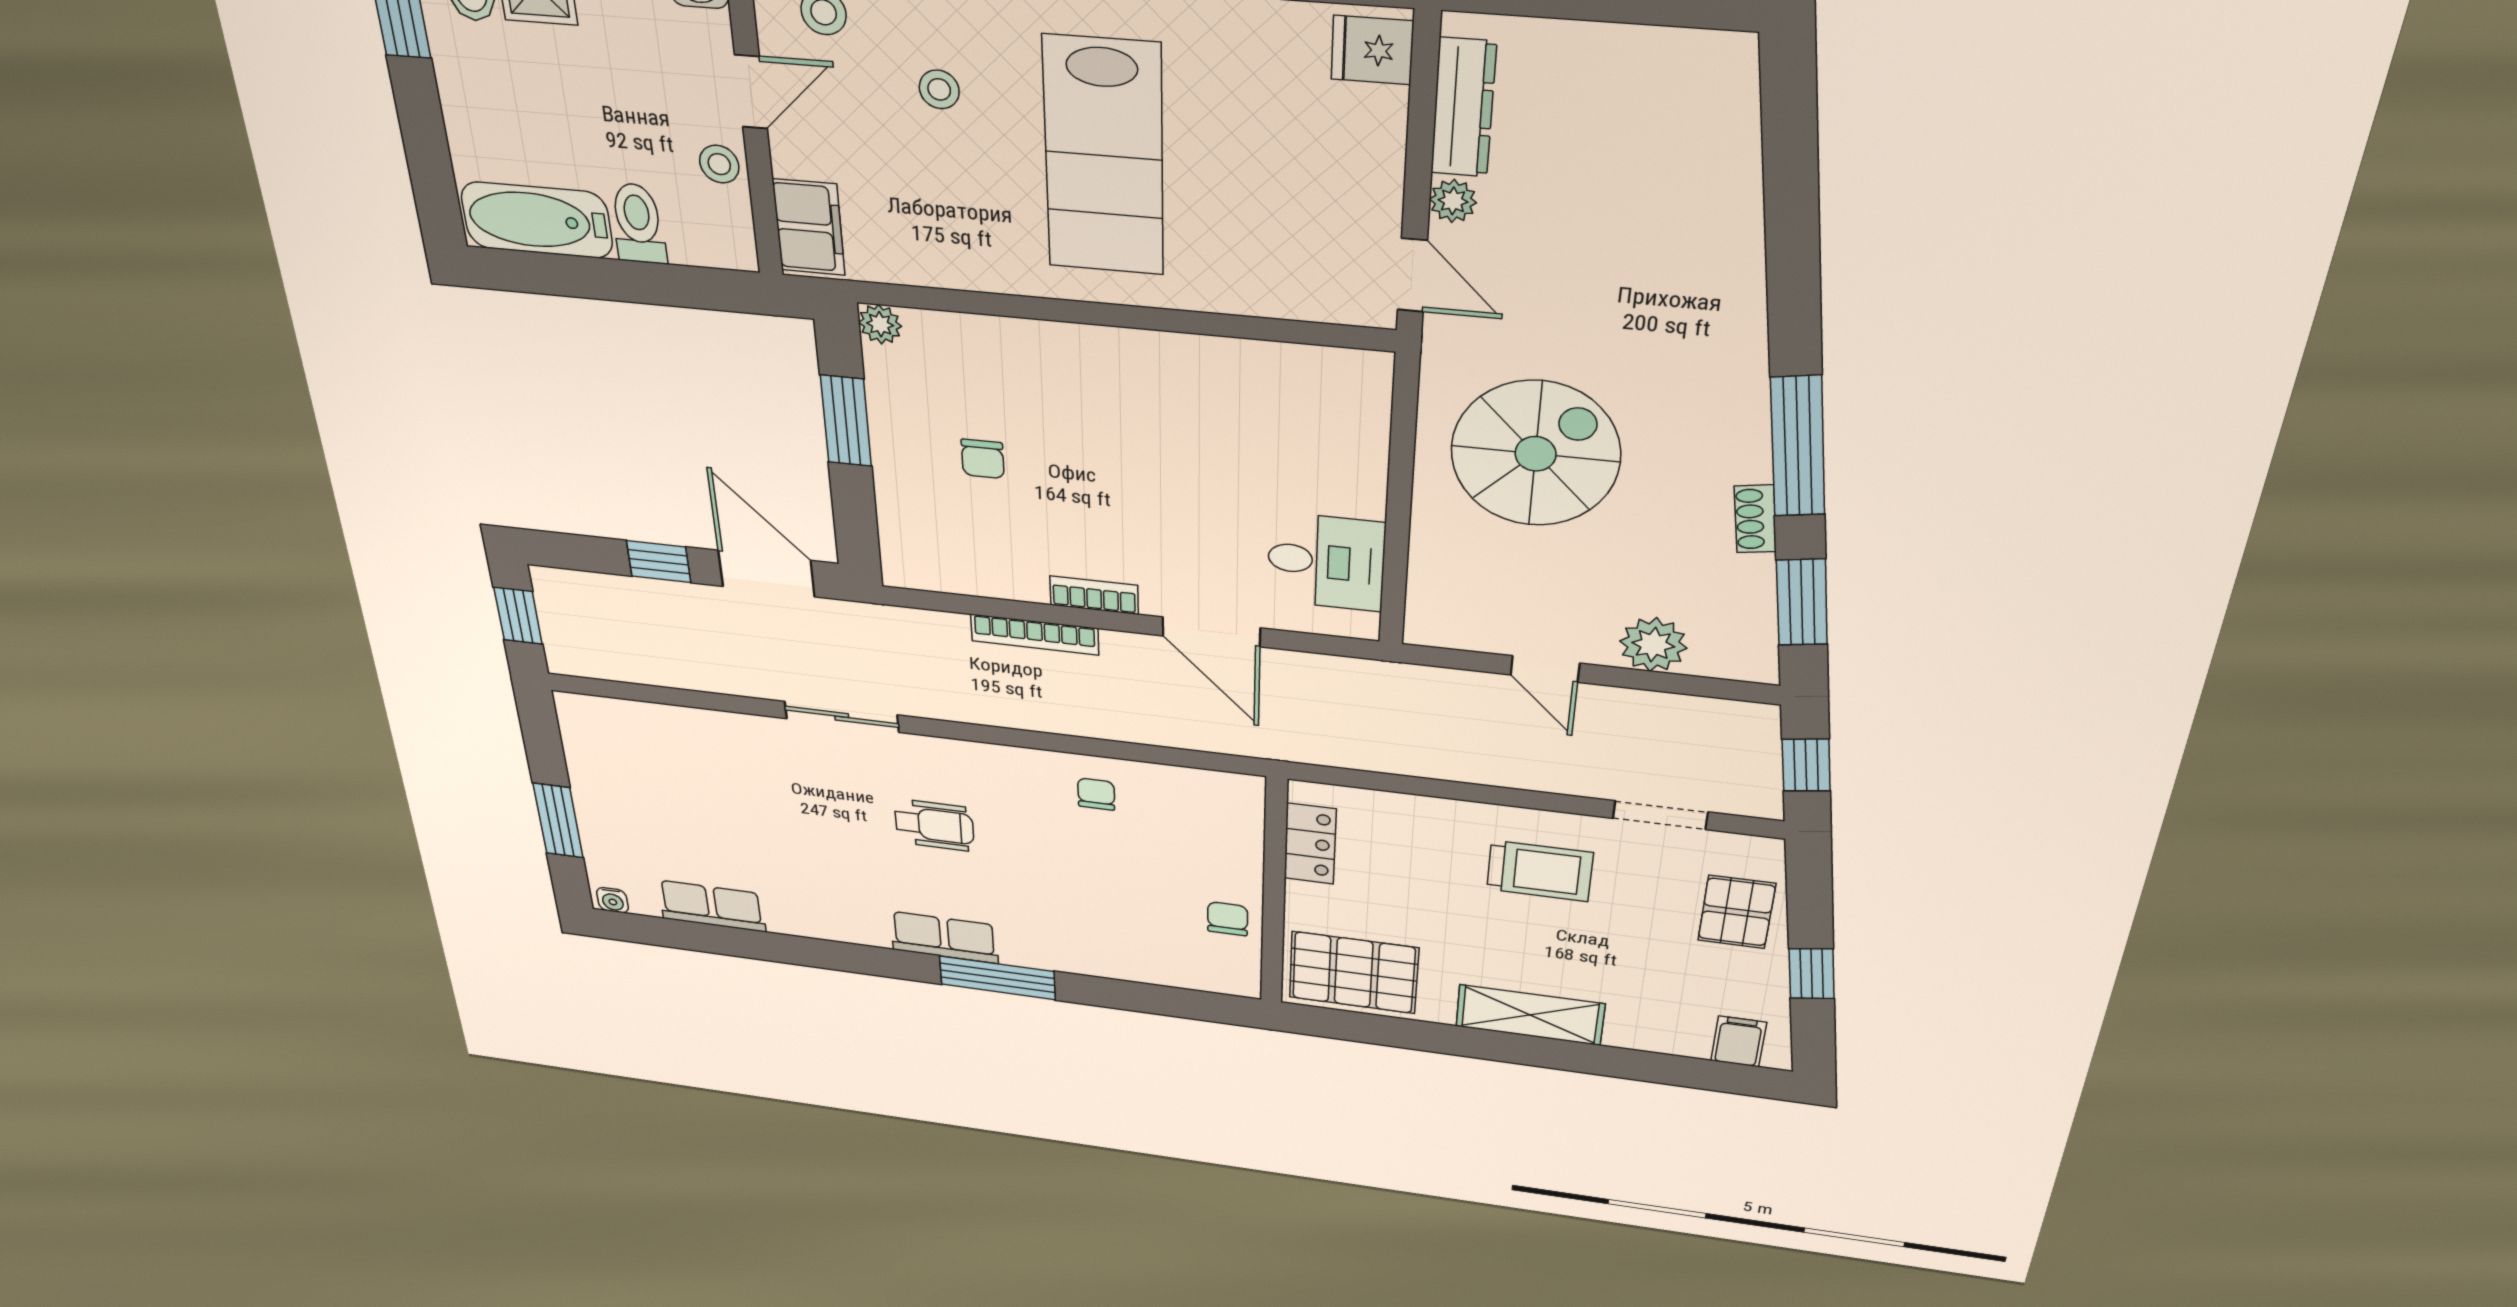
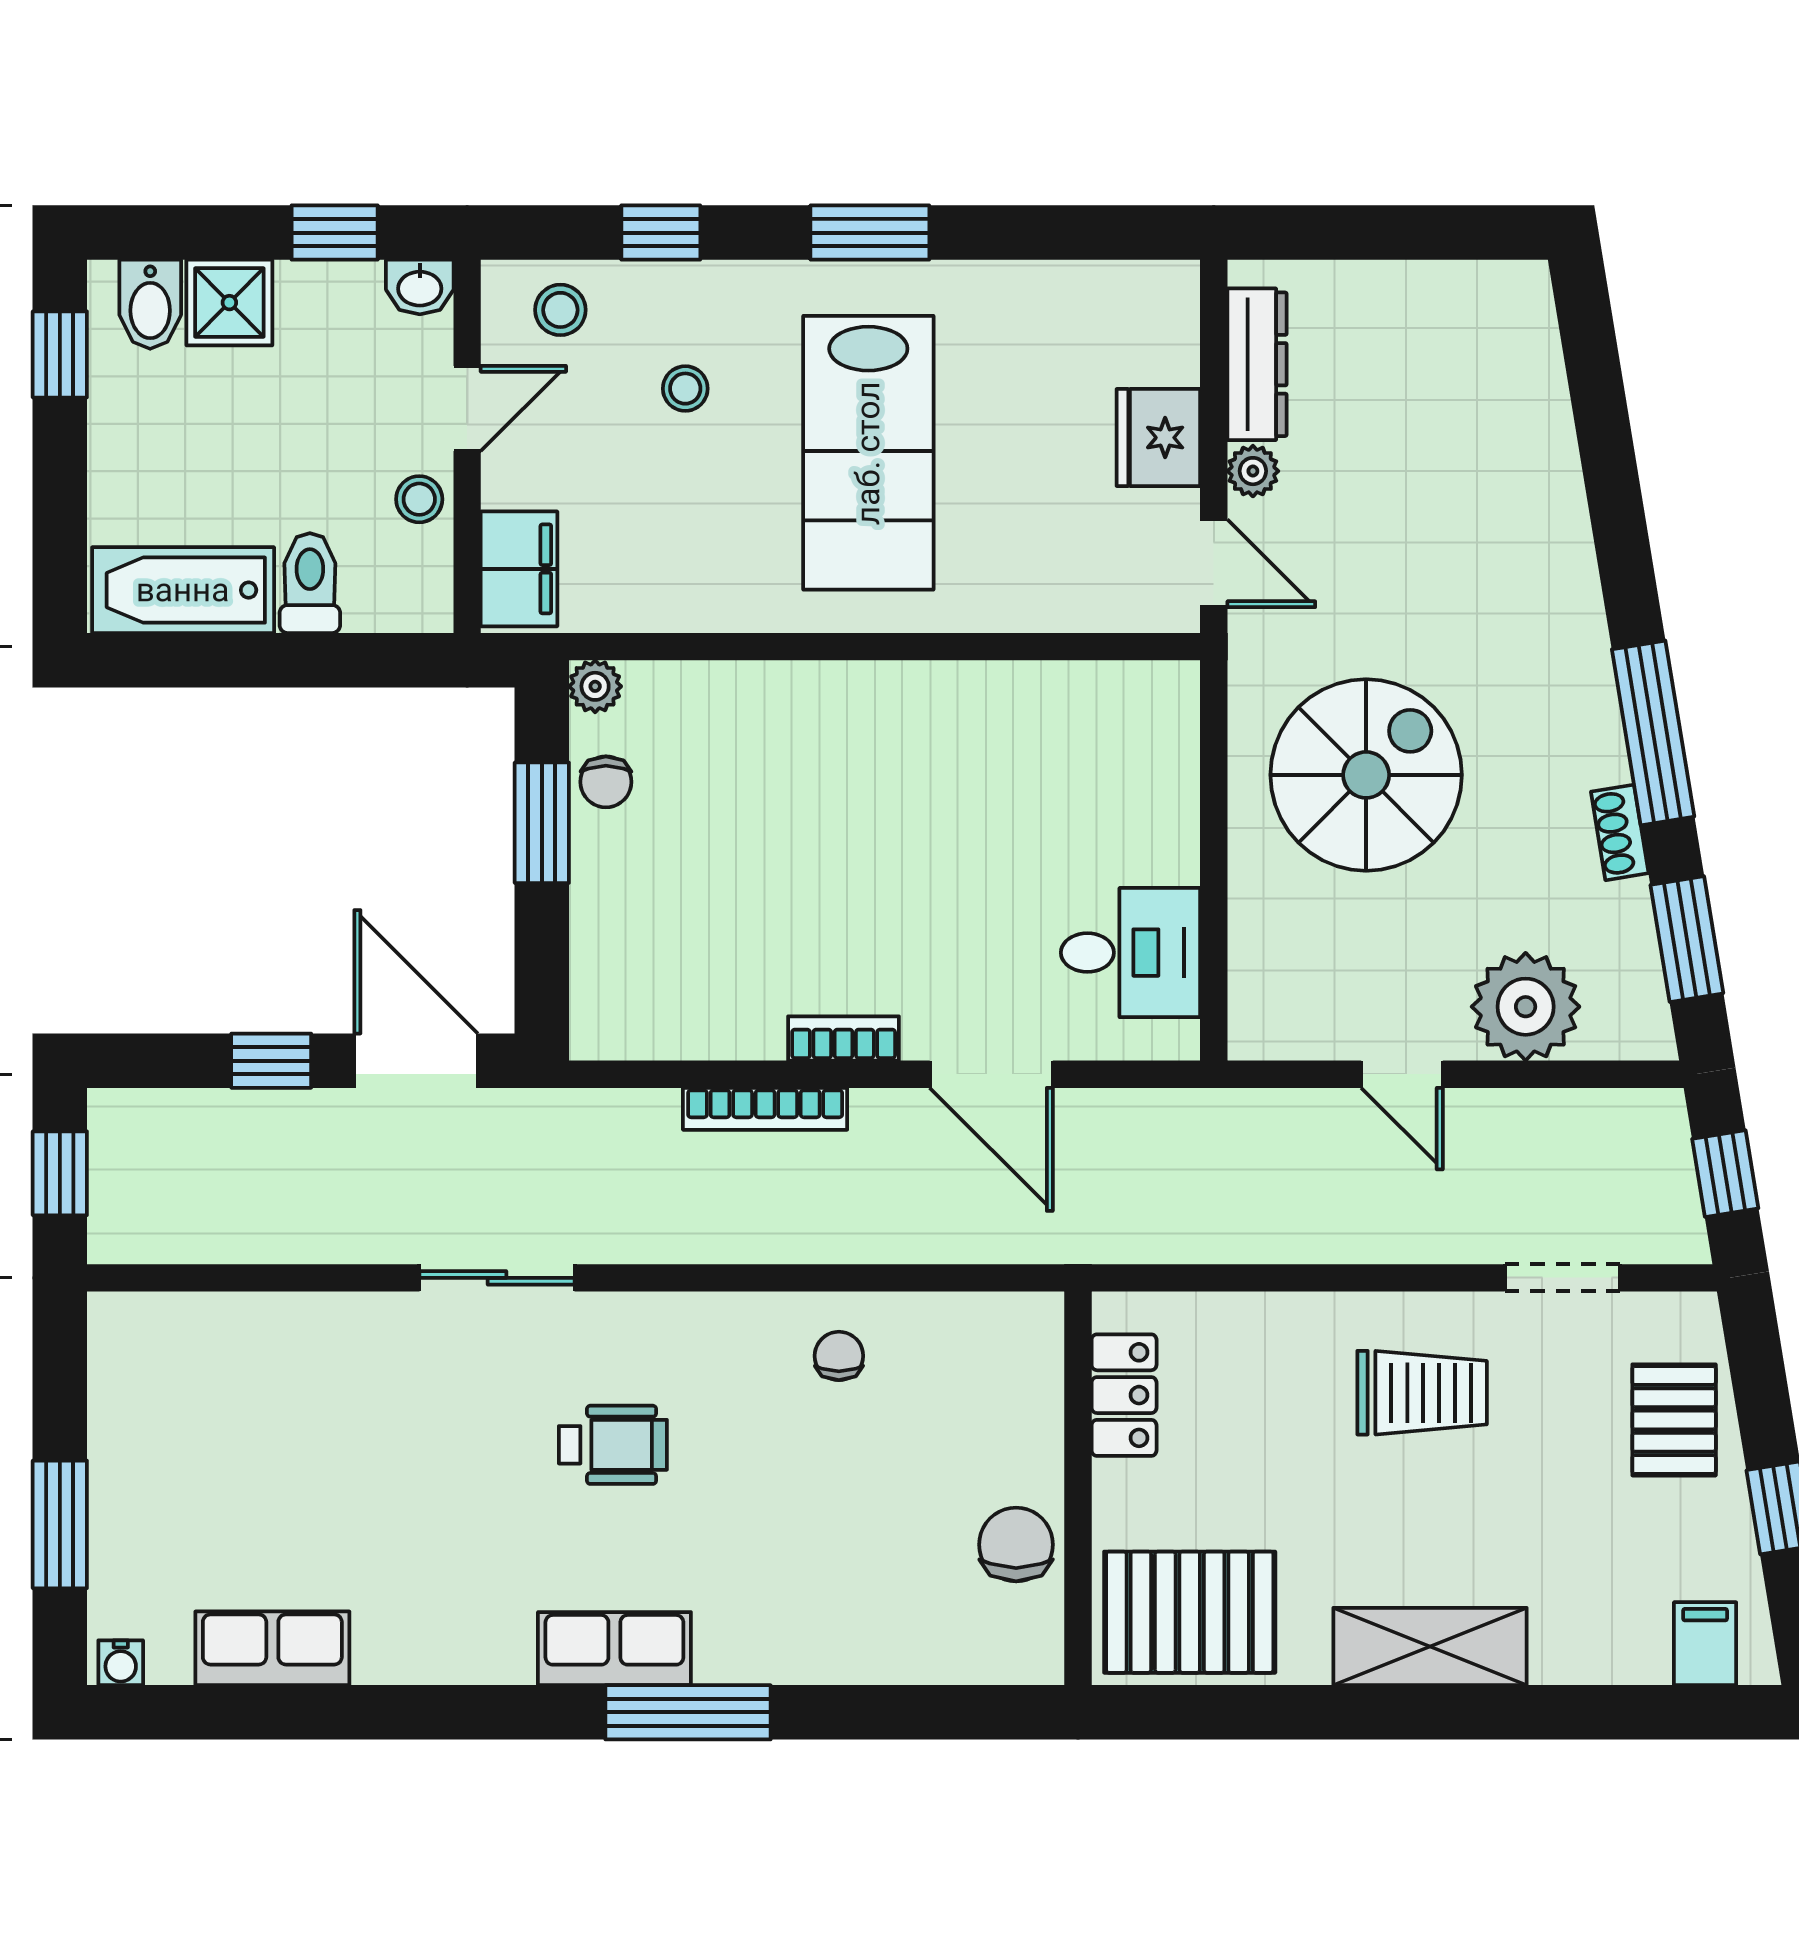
fridge: (1372, 50) -> (1158, 438), moved, width x1.38
chair: (983, 459) -> (606, 782), moved
plant: (1653, 645) -> (1526, 1007), width x1.36, depth x1.36
chair: (1228, 919) -> (1016, 1545), width x1.37, depth x1.37

